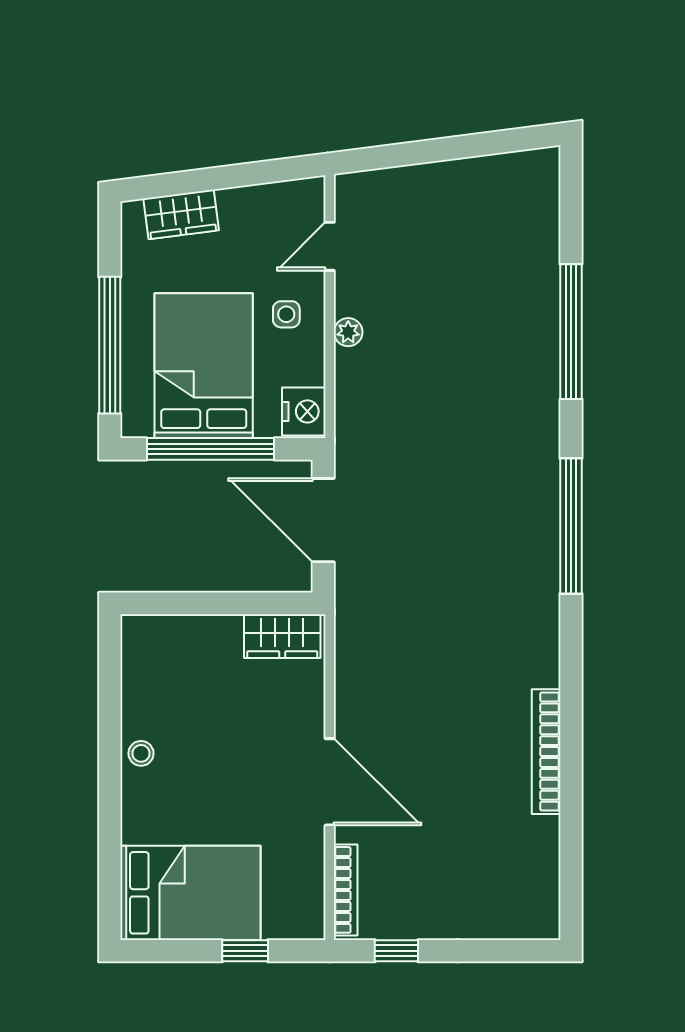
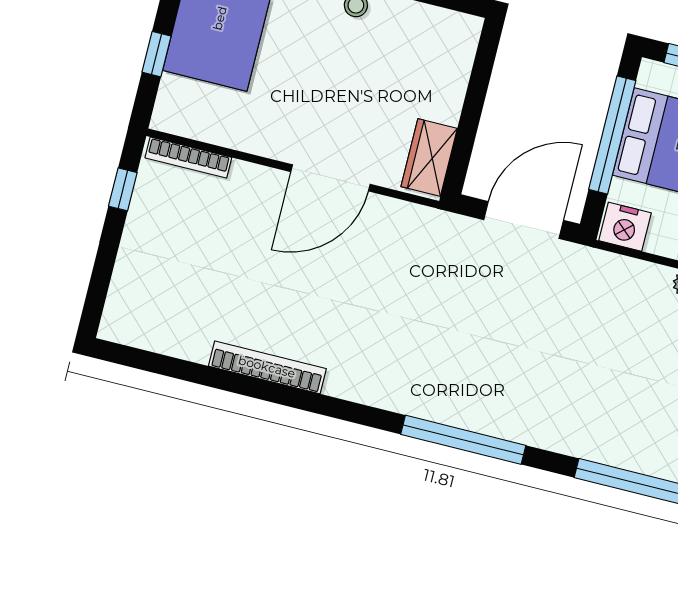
door: (330, 782) -> (331, 178), moved

